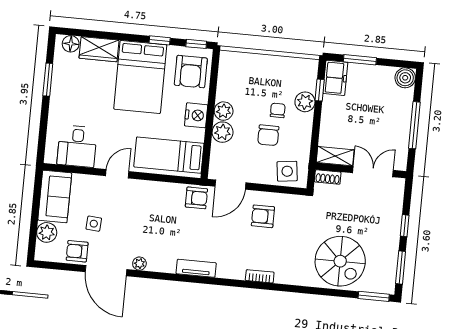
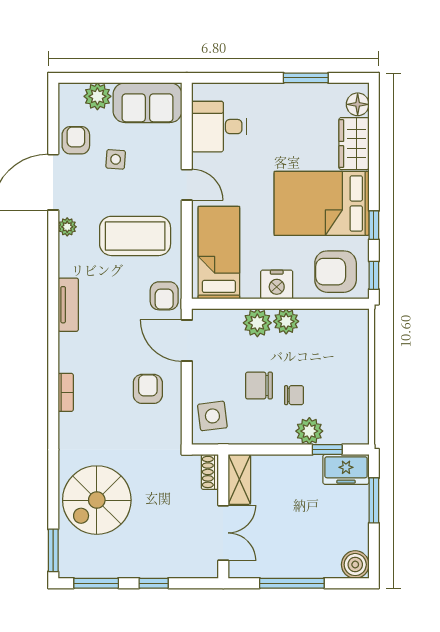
coffee table: (151, 215) -> (135, 236), added

